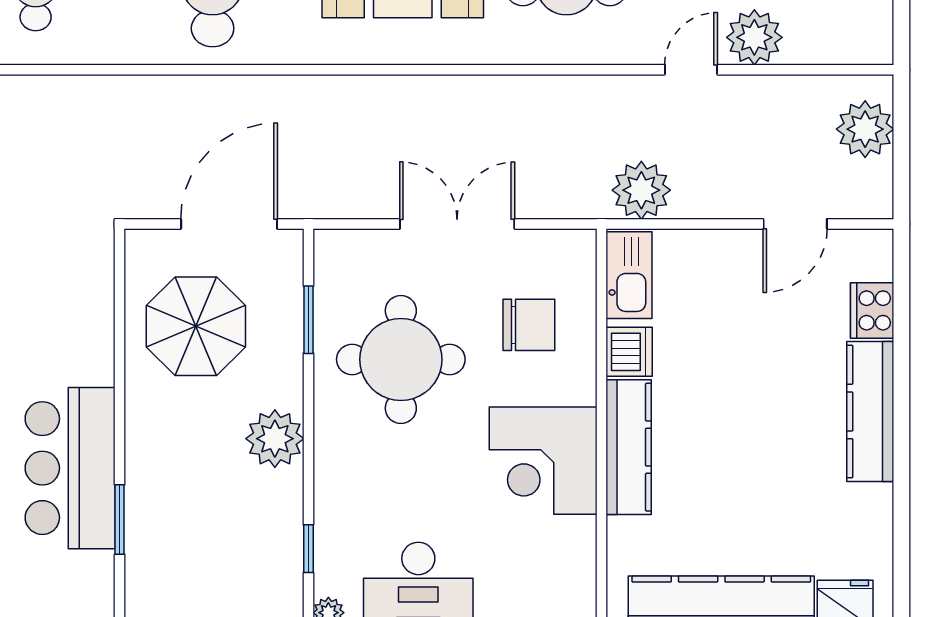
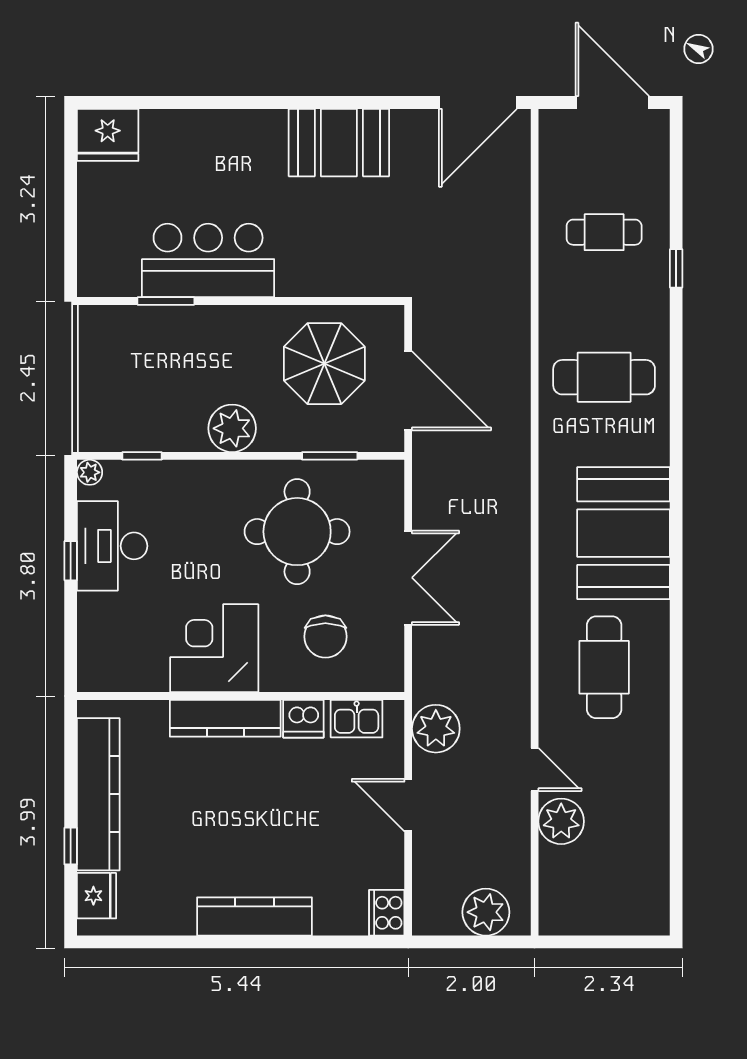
door: (795, 224) -> (408, 805), moved
kitchen sink: (629, 275) -> (357, 719), width x0.73
cooker: (872, 310) -> (387, 913), moved, turned -90

